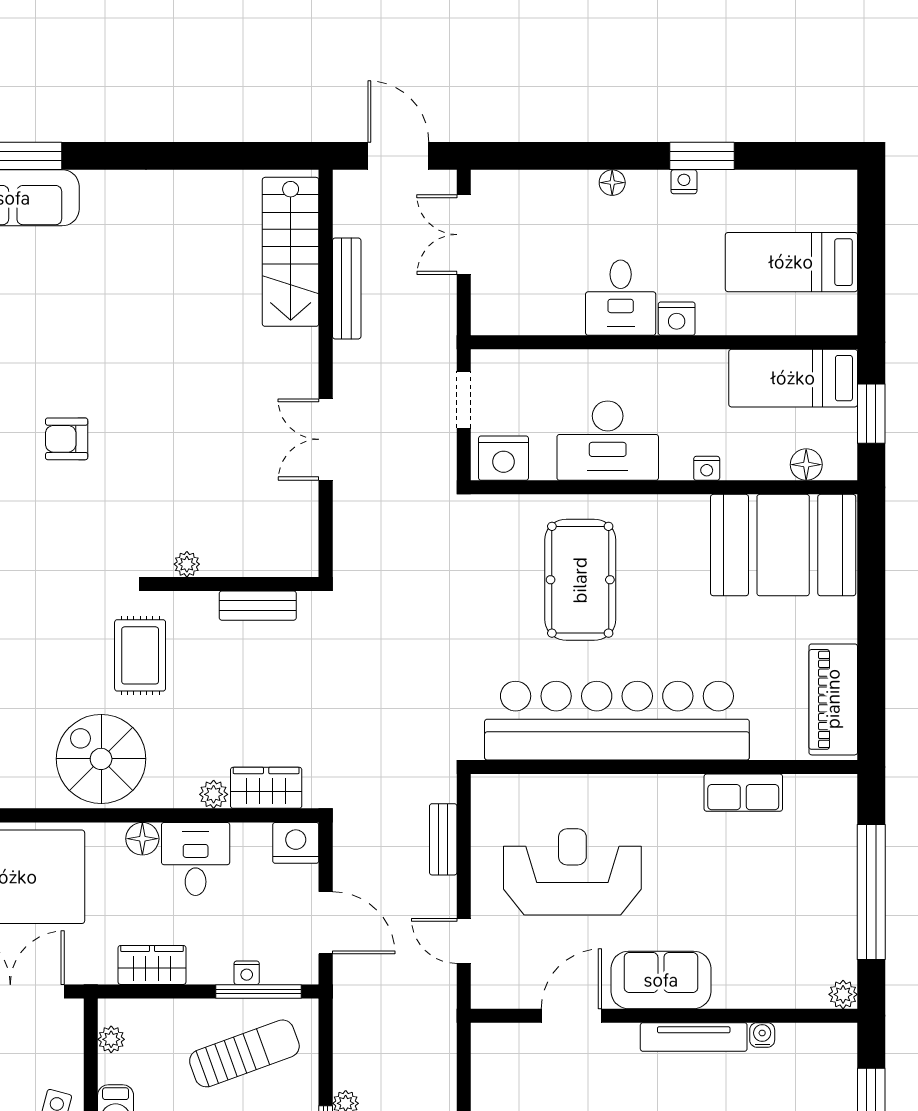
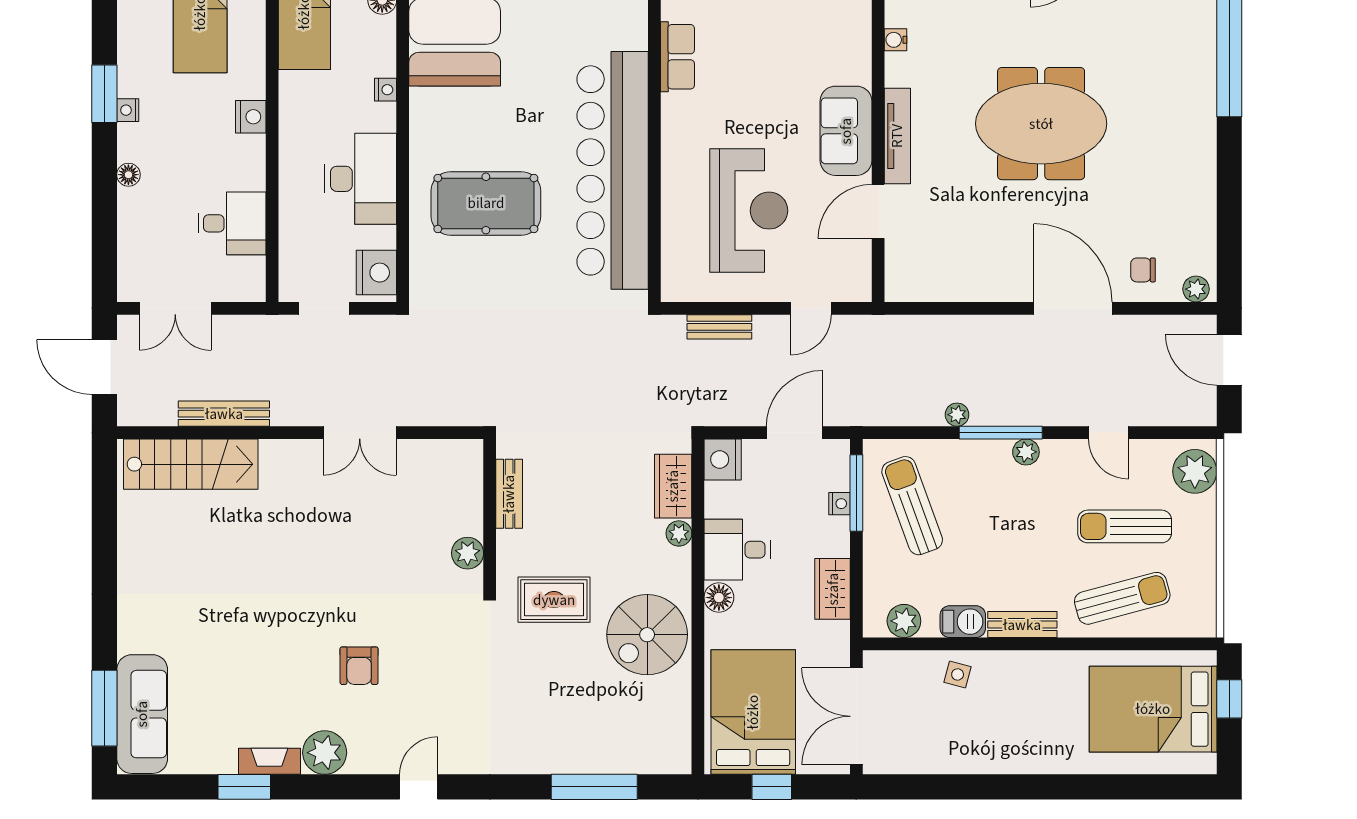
door: (398, 156) -> (104, 367), hinge flipped
desk: (621, 298) -> (232, 223), moved
plant: (187, 564) -> (468, 553), width x1.38, depth x1.38
reception desk: (572, 872) -> (749, 211), turned 180
door: (571, 1016) -> (878, 211), hinge flipped
tv unit: (694, 1037) -> (897, 136), moved
plant: (111, 1039) -> (904, 621), width x1.38, depth x1.38

